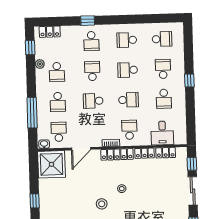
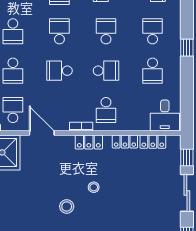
school desk: (128, 70) -> (106, 31), turned 90
school desk: (129, 130) -> (106, 110), turned 180
desk: (162, 133) -> (165, 116), moved
door: (81, 149) -> (42, 133), swing flipped
locker: (117, 154) -> (89, 142), width x0.66

